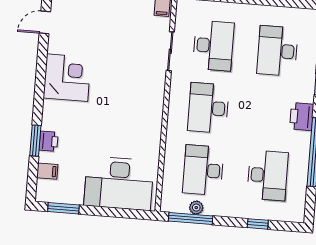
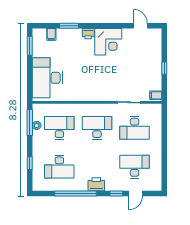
printer: (49, 141) -> (88, 34), moved

